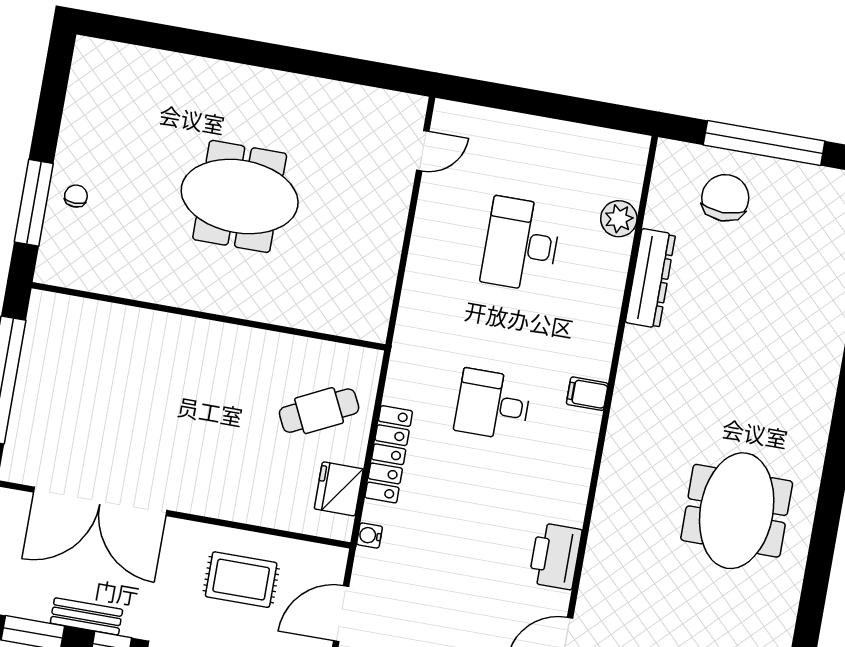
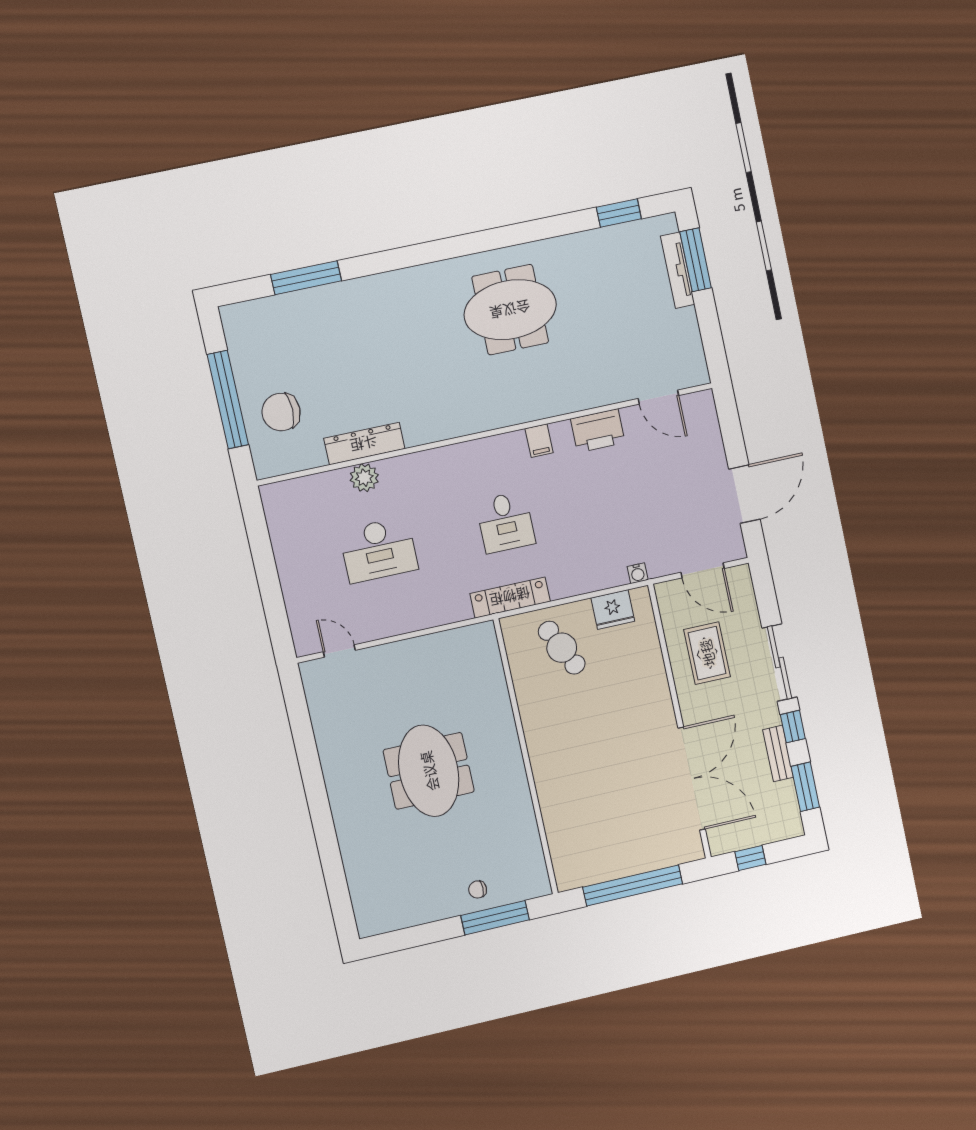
plant: (619, 219) -> (364, 478), moved
filing cabinet: (587, 394) -> (539, 441), moved
locker: (389, 454) -> (510, 597), moved

